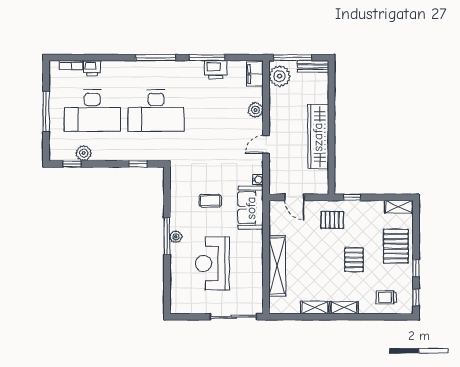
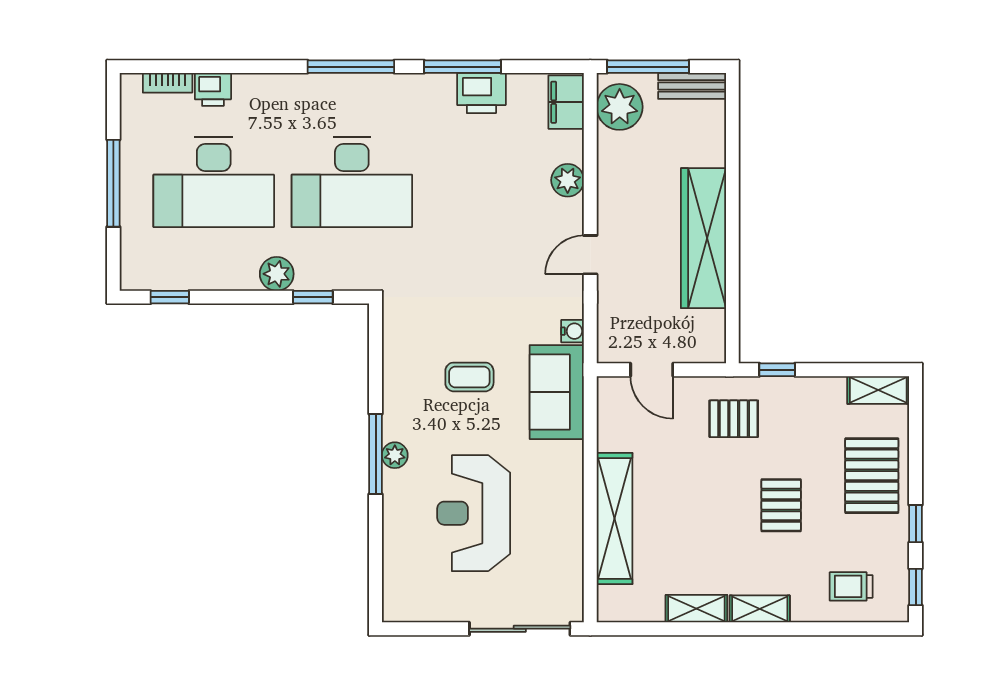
plant: (84, 153) -> (277, 274), moved

